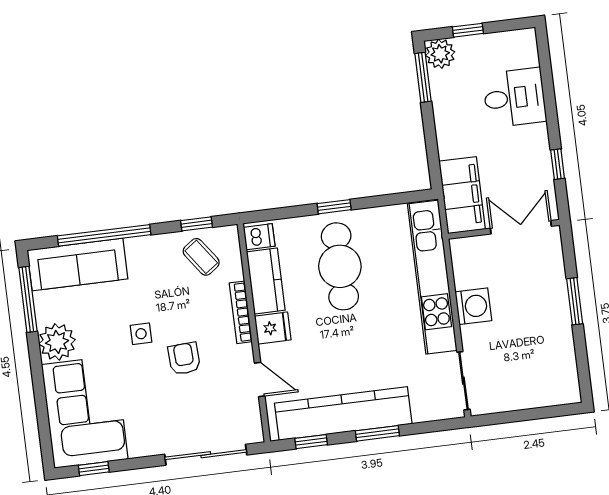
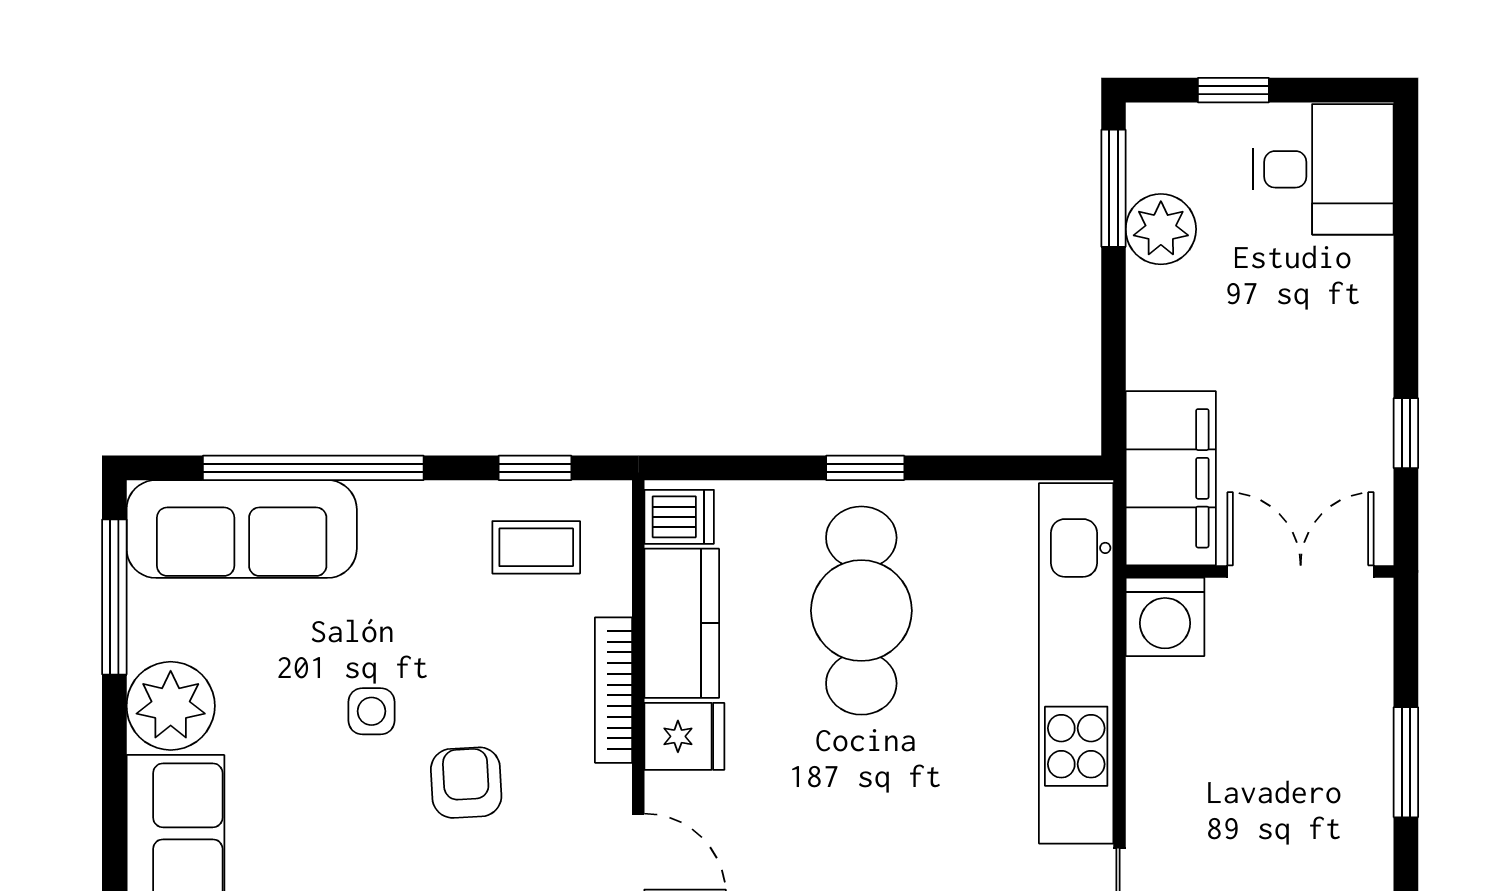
plant: (440, 54) -> (1161, 229), moved
desk: (514, 98) -> (1323, 169), moved
coffee table: (201, 257) -> (536, 547), turned -54
washing machine: (473, 306) -> (1165, 617), moved, turned 90

